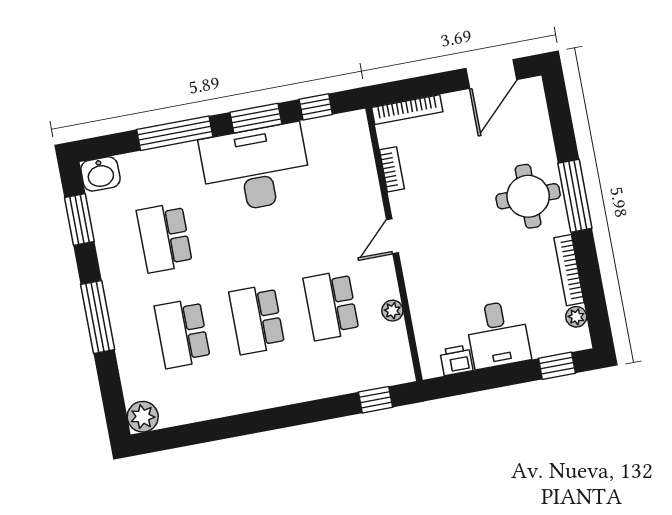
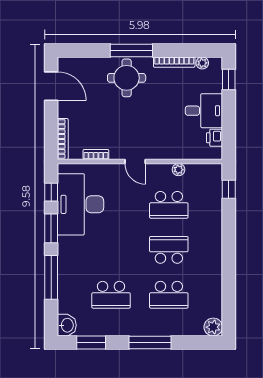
desk: (256, 168) -> (81, 204), moved
school desk: (257, 319) -> (169, 250), turned 180

